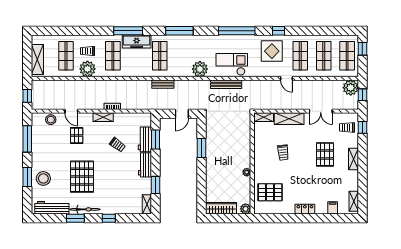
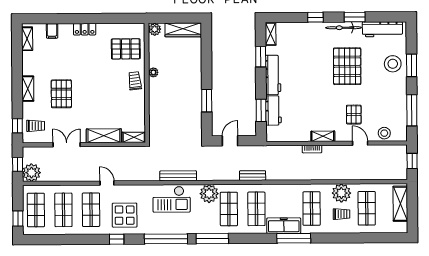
window: (179, 31) -> (212, 239), moved
shop shelf: (183, 56) -> (229, 209), added
trolley: (117, 145) -> (306, 104), removed
trolley: (283, 152) -> (135, 81), moved
workbench: (145, 165) -> (273, 75), width x1.38

